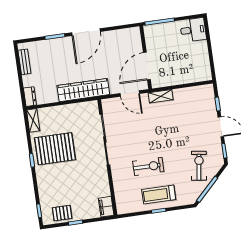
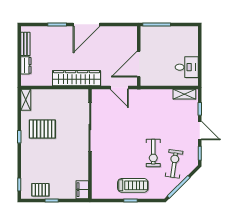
desk: (193, 30) -> (187, 67), moved
shelving: (161, 96) -> (184, 94), moved
dresser: (30, 97) -> (26, 65), moved
pallet: (55, 149) -> (42, 129), width x0.73, depth x0.71
exercise bike: (148, 166) -> (153, 153), moved, turned 90
treadmill: (159, 195) -> (133, 185), turned 180

